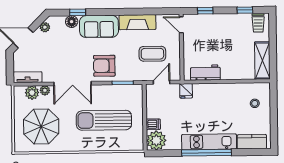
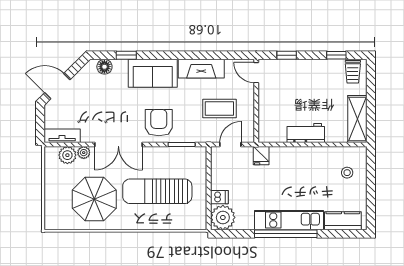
floor lamp: (72, 22) -> (104, 67), moved
plant: (45, 27) -> (85, 73), removed
armchair: (104, 66) -> (159, 123), turned 90
workbench: (205, 73) -> (306, 133), moved
parasol: (41, 126) -> (94, 199), moved

